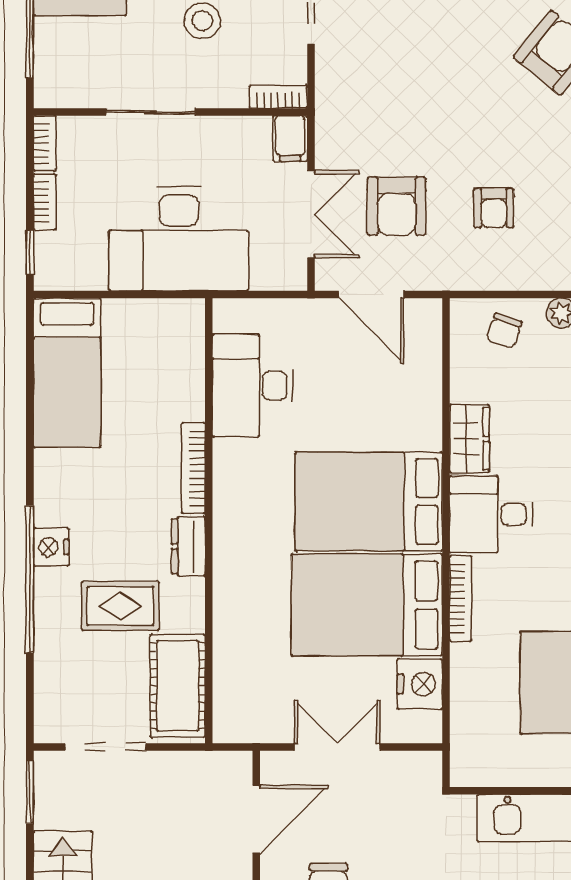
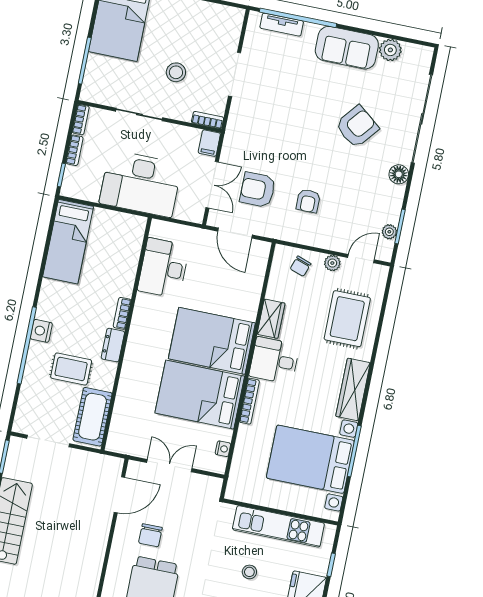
armchair: (397, 206) -> (258, 190), turned 90
bookcase: (193, 468) -> (122, 313), width x0.64
nightstand: (420, 684) -> (223, 449), width x0.53, depth x0.56

